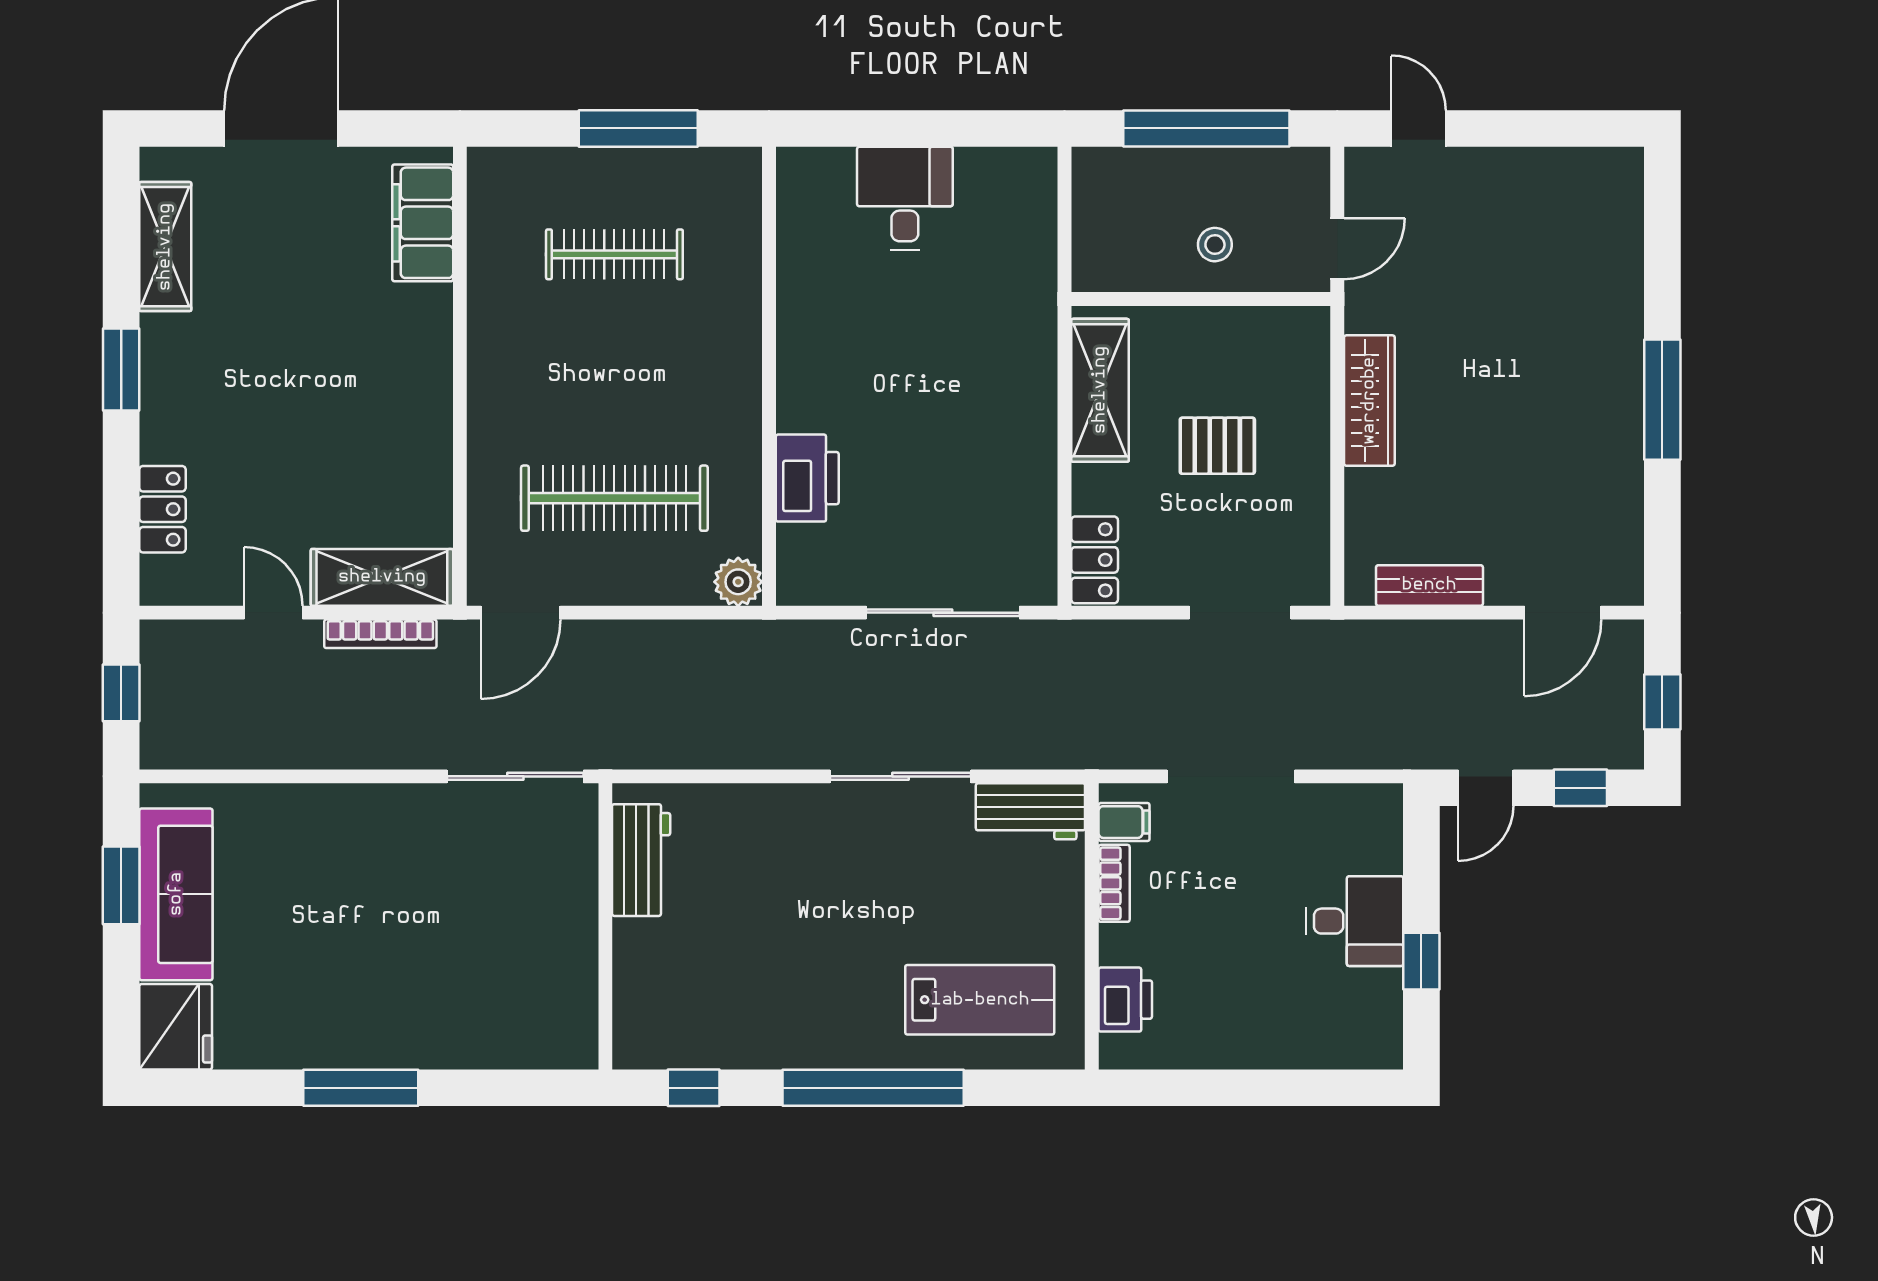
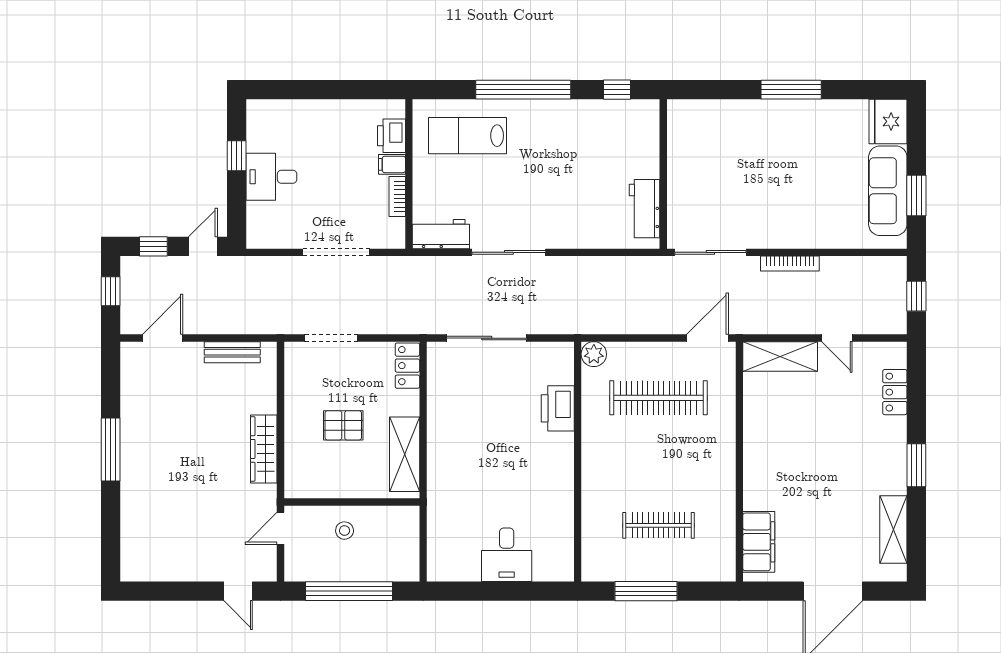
bookcase: (380, 634) -> (790, 263), moved, turned 180
filing cabinet: (1124, 822) -> (392, 164), moved

